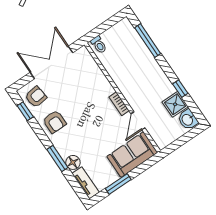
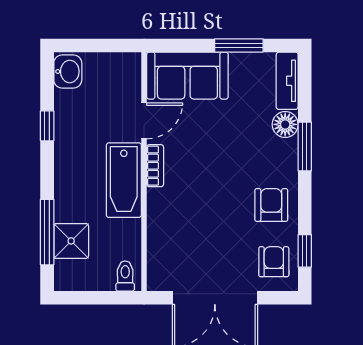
bathtub: (129, 88) -> (124, 180), added
armchair: (36, 97) -> (274, 262), turned 97
shower: (175, 104) -> (71, 241), moved

